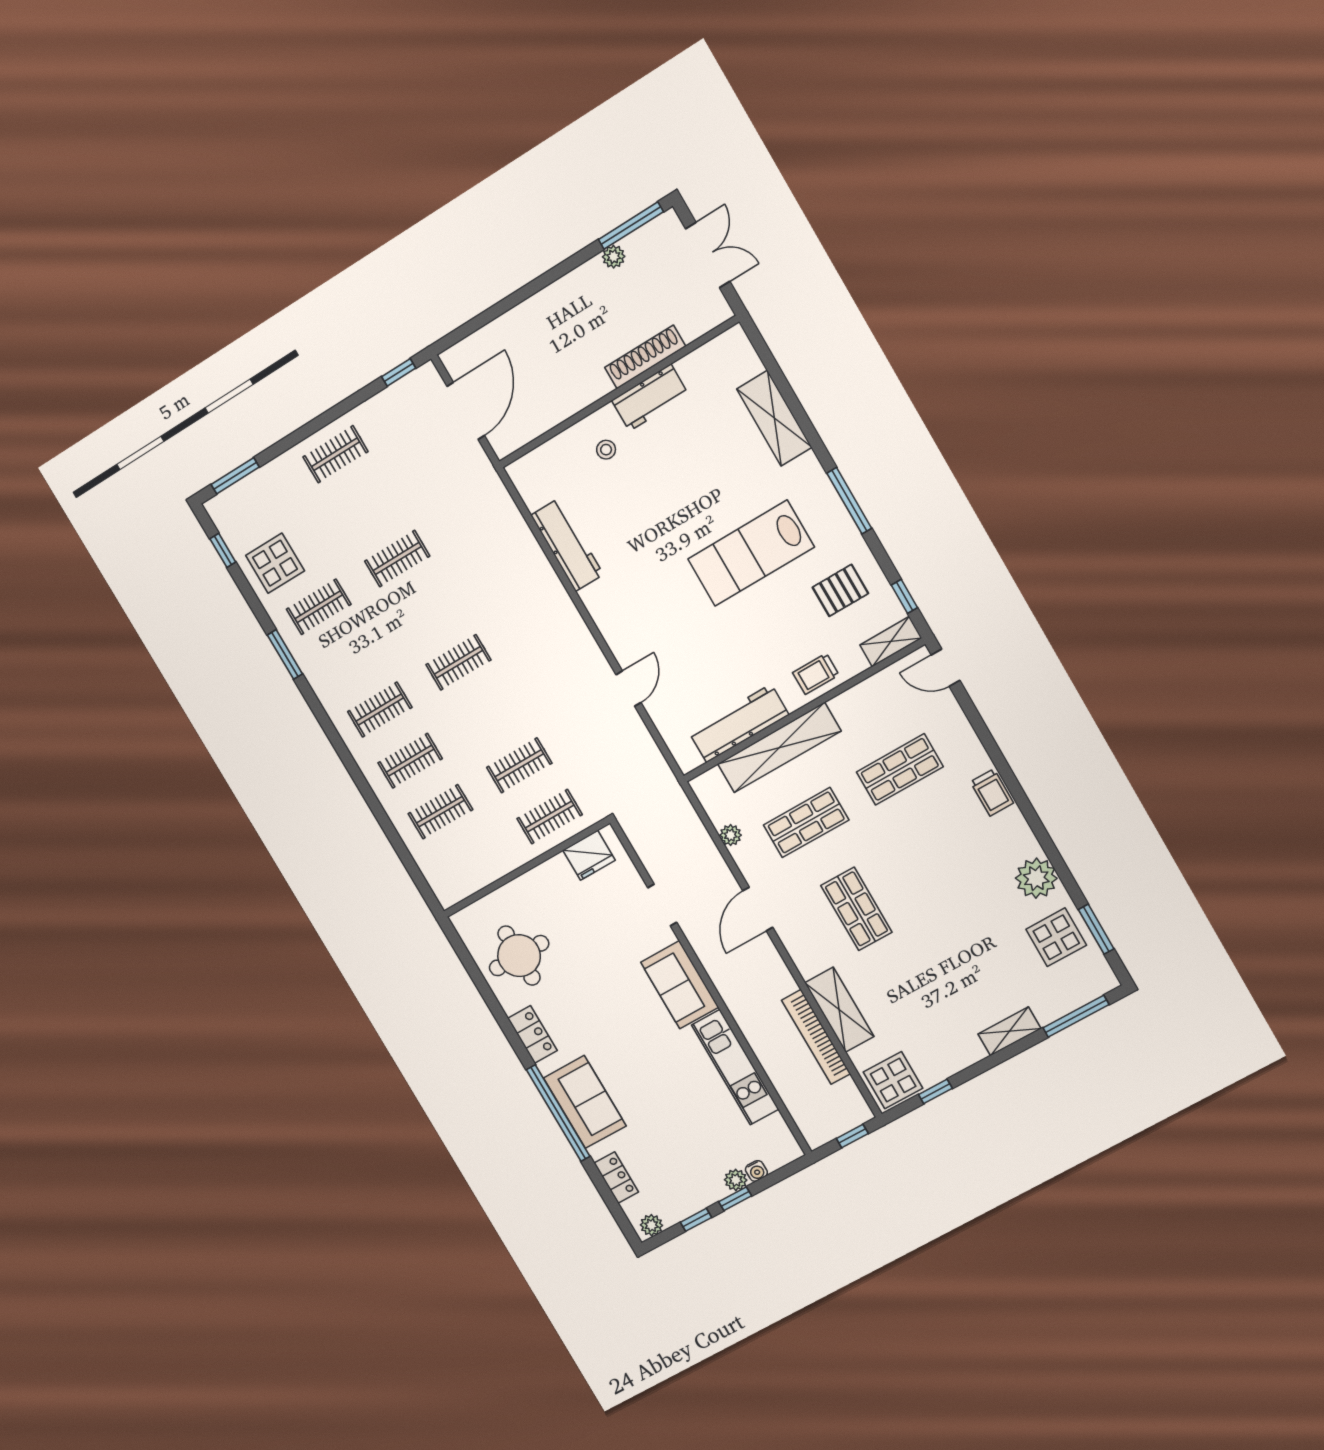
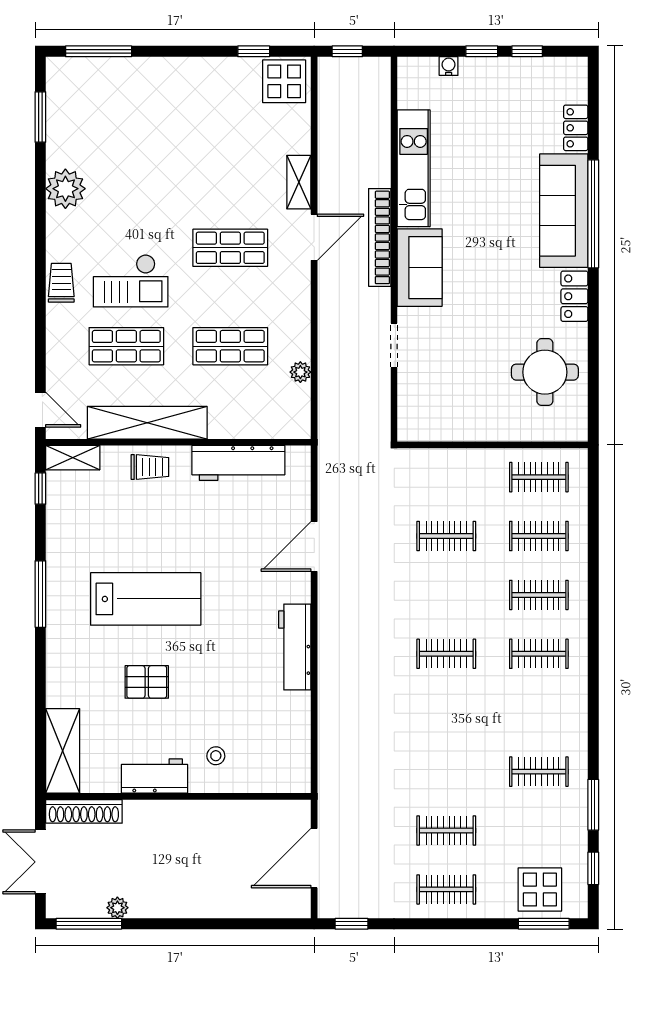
shoe rack: (645, 357) -> (84, 811), moved
shelving: (774, 418) -> (63, 751), moved
workbench: (567, 545) -> (295, 647), moved
clothes rail: (397, 559) -> (446, 831), moved
display table: (275, 563) -> (540, 889), moved
pallet: (840, 590) -> (147, 682), moved
window: (285, 654) -> (593, 805), moved
door: (629, 689) -> (314, 546), width x1.38
shelving: (779, 748) -> (147, 423), moved
clothes rail: (550, 817) -> (539, 477), moved
checkout: (929, 830) -> (131, 281), added
fridge: (589, 855) -> (432, 424), removed
door: (758, 909) -> (314, 237), moved
shop shelf: (856, 909) -> (230, 248), turned 90
display table: (1056, 937) -> (77, 129), removed
shelving: (839, 1010) -> (299, 182), width x0.67, depth x0.75
shelving: (1009, 1031) -> (162, 69), removed
bookcase: (816, 1037) -> (380, 237), moved, turned 180
sofa: (585, 1102) -> (564, 211), width x1.36
plant: (736, 1180) -> (471, 68), removed
plant: (651, 1225) -> (570, 68), removed

